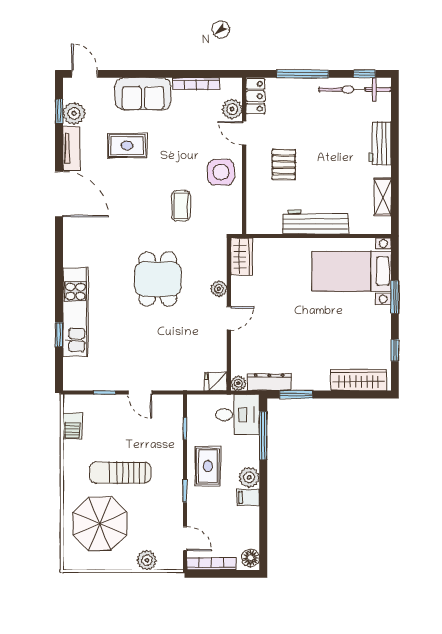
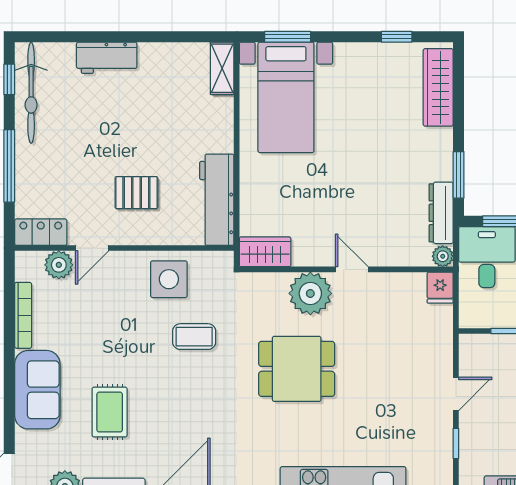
side table: (221, 172) -> (169, 279), moved
shelving: (383, 197) -> (222, 68), moved, turned 90
workbench: (315, 222) -> (217, 200), moved
plant: (219, 289) -> (310, 293), width x1.88, depth x1.88
window: (395, 297) -> (288, 37), moved

